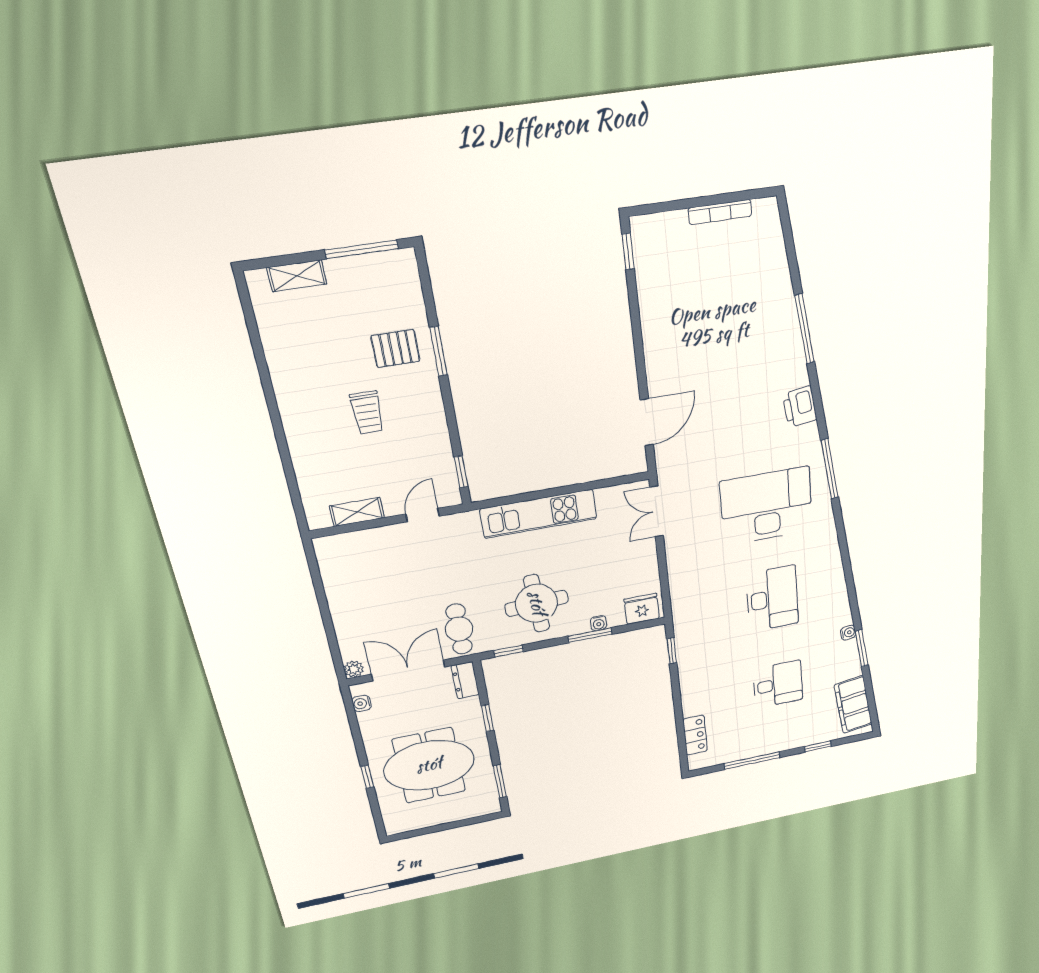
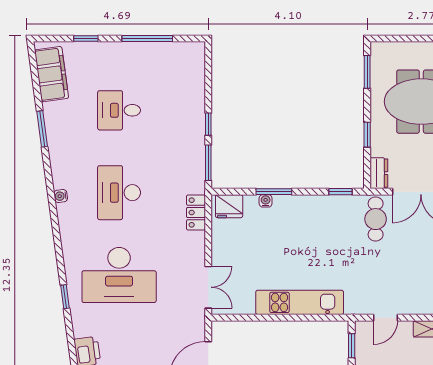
window: (830, 469) -> (65, 297), width x0.46
round table: (537, 603) -> (312, 228), removed
water cooler: (848, 633) -> (61, 196), moved
window: (672, 651) -> (208, 163), width x1.50
window: (676, 691) -> (208, 124), added
locker: (695, 735) -> (196, 212), moved

